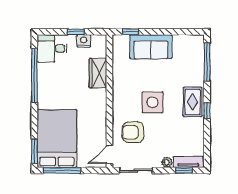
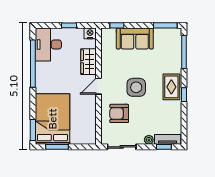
window: (186, 32) -> (165, 25), added
nightstand: (84, 41) -> (90, 33), moved
desk: (52, 48) -> (48, 44), width x1.37
door: (109, 155) -> (98, 86), moved
window: (62, 170) -> (57, 147), width x0.69

